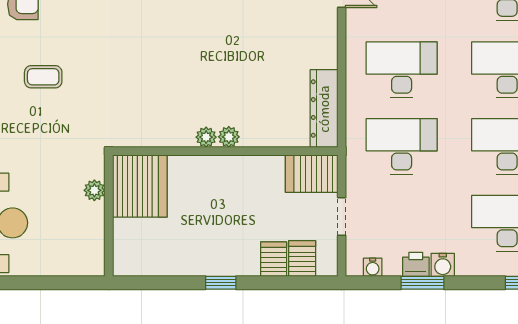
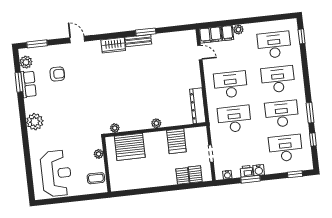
coffee table: (43, 77) -> (96, 178), moved
plant: (206, 137) -> (115, 128), moved
server rack: (312, 174) -> (176, 141), moved, turned -90
server rack: (140, 186) -> (130, 147), moved, turned 90
window: (221, 283) -> (160, 189), removed

